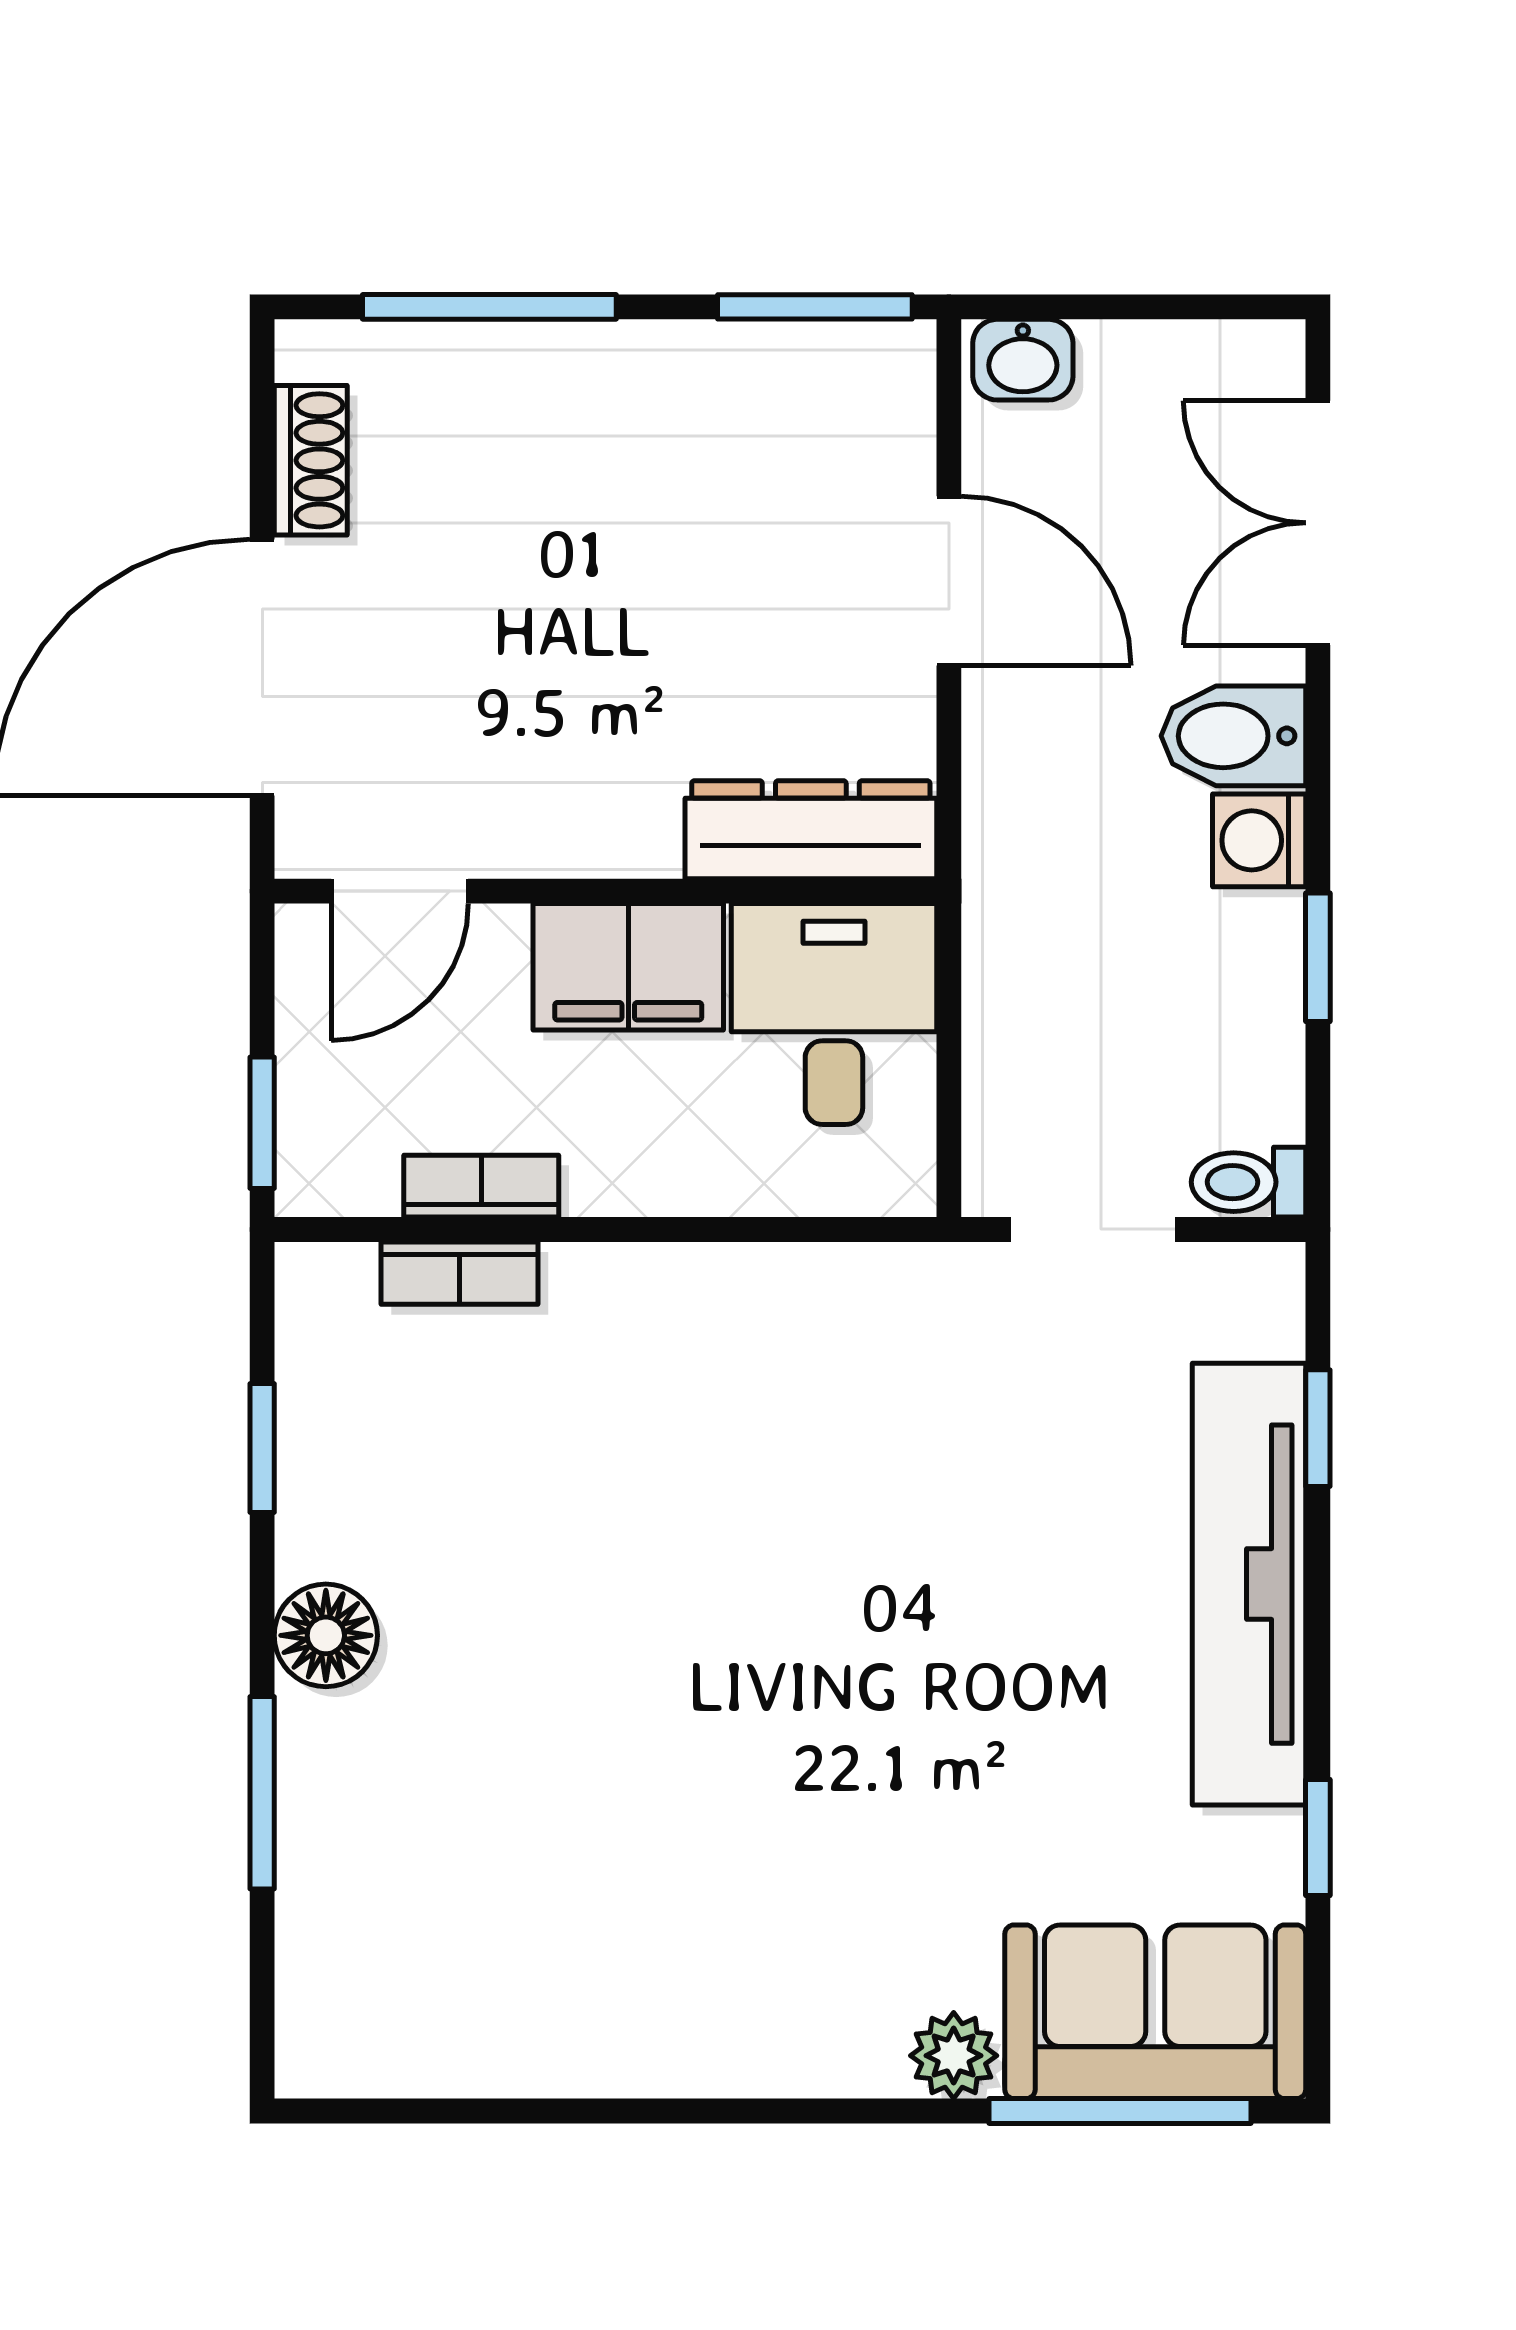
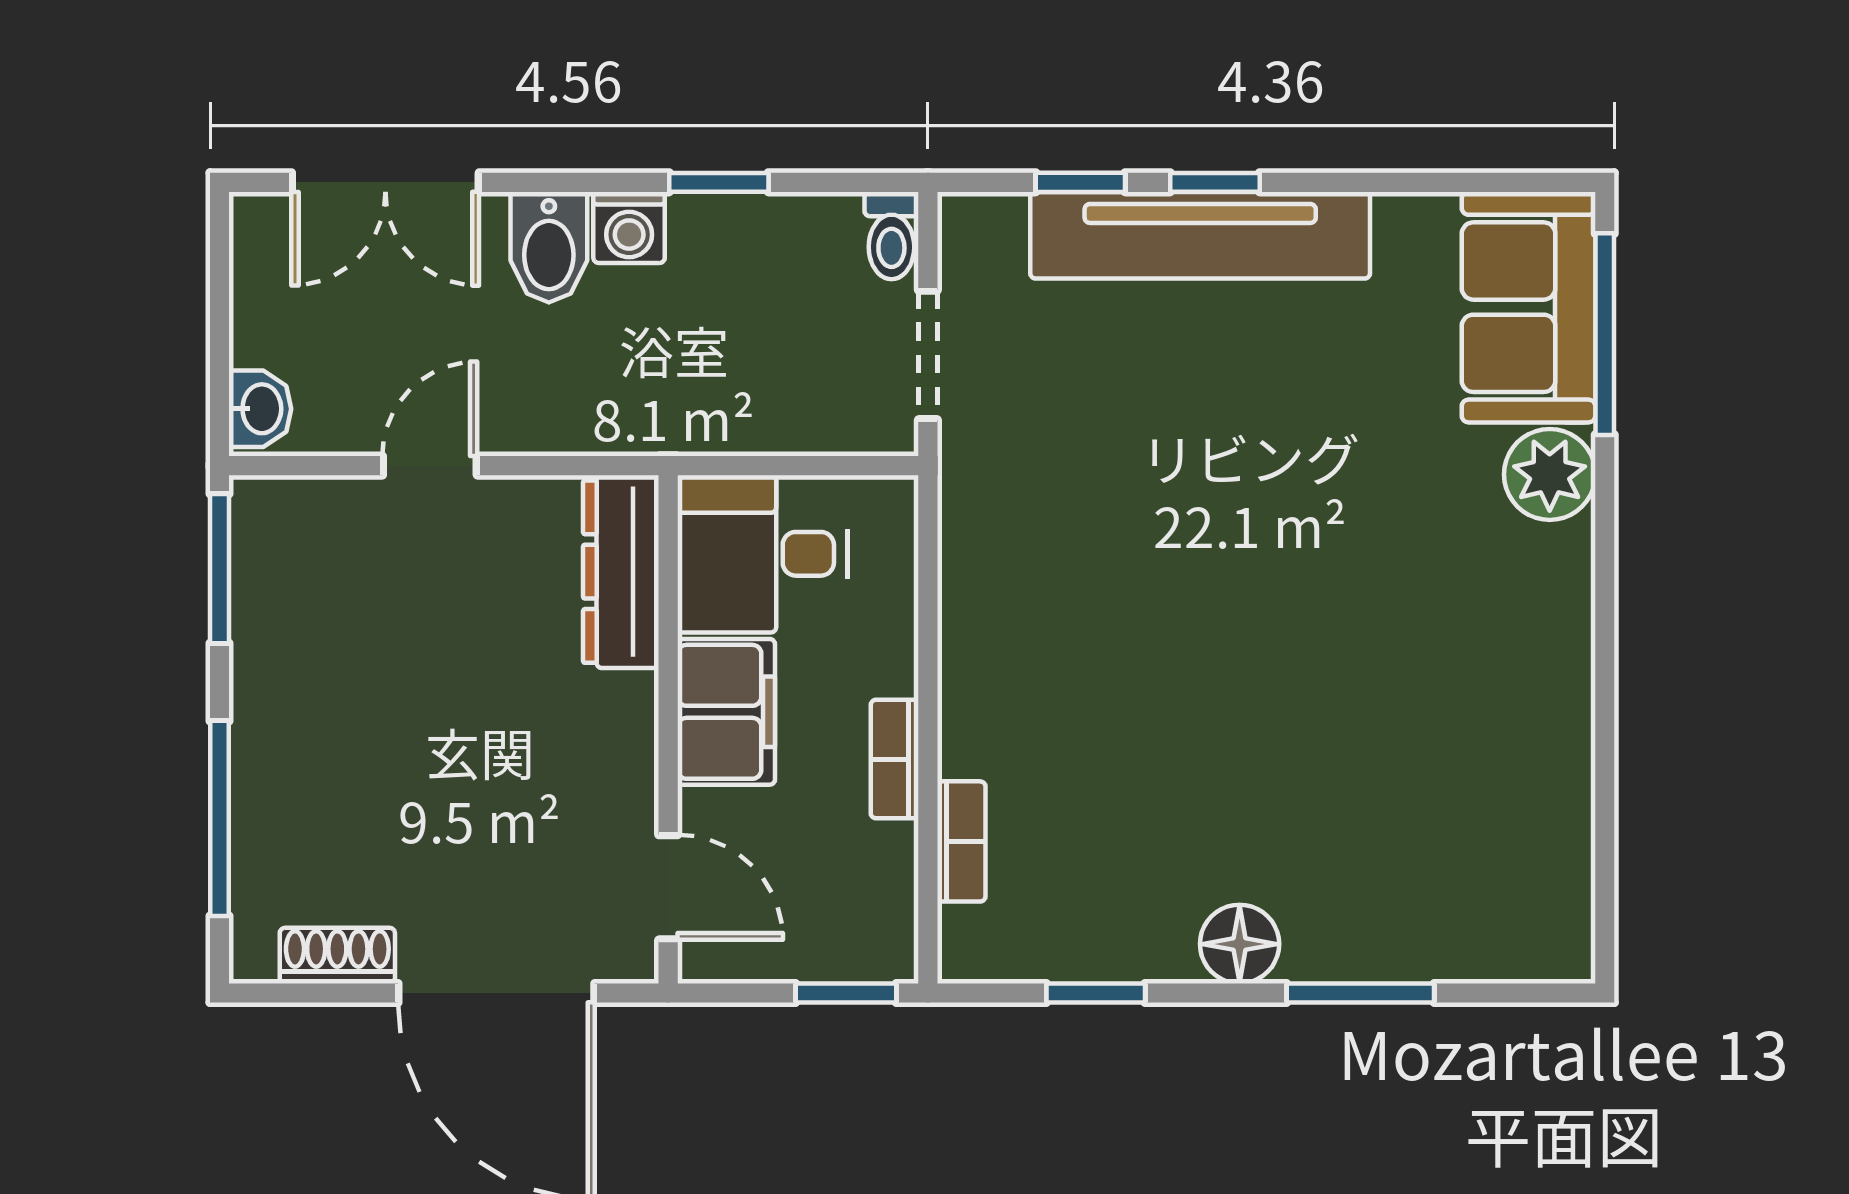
door: (949, 581) -> (430, 466), width x0.73
bookcase: (481, 1186) -> (895, 759), moved
window: (1318, 1837) -> (1215, 182), moved
plant: (954, 2056) -> (1550, 474), width x1.38, depth x1.38

